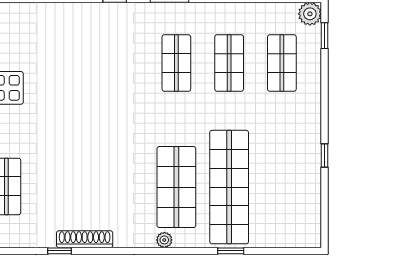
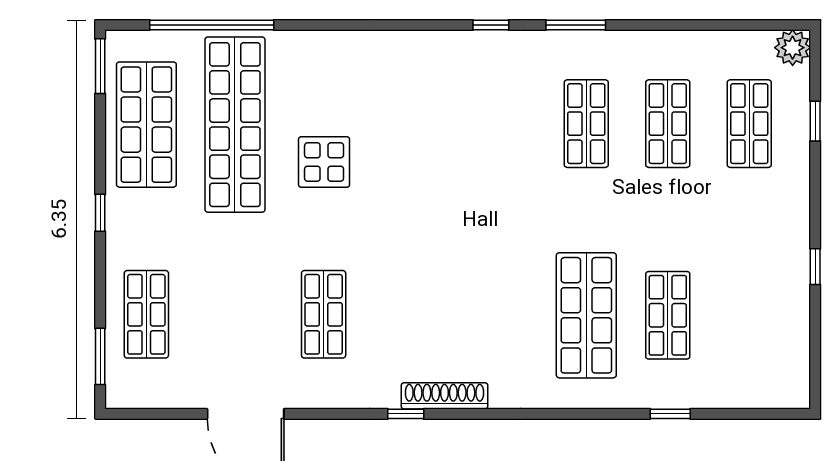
window: (325, 36) -> (815, 121), moved
shop shelf: (229, 187) -> (668, 315), width x0.50, depth x0.74
plant: (164, 240) -> (568, 397), removed

